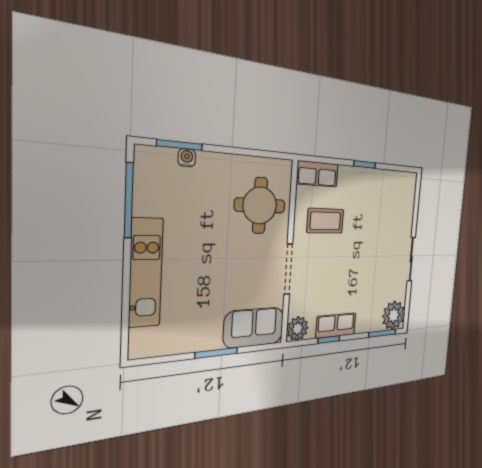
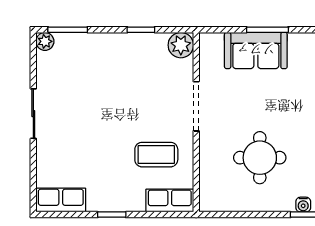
round table: (260, 205) -> (260, 158), moved
plant: (394, 315) -> (45, 41), width x0.53, depth x0.53
row of seats: (336, 325) -> (61, 200), moved, turned 180
sofa: (254, 328) -> (256, 50), moved

